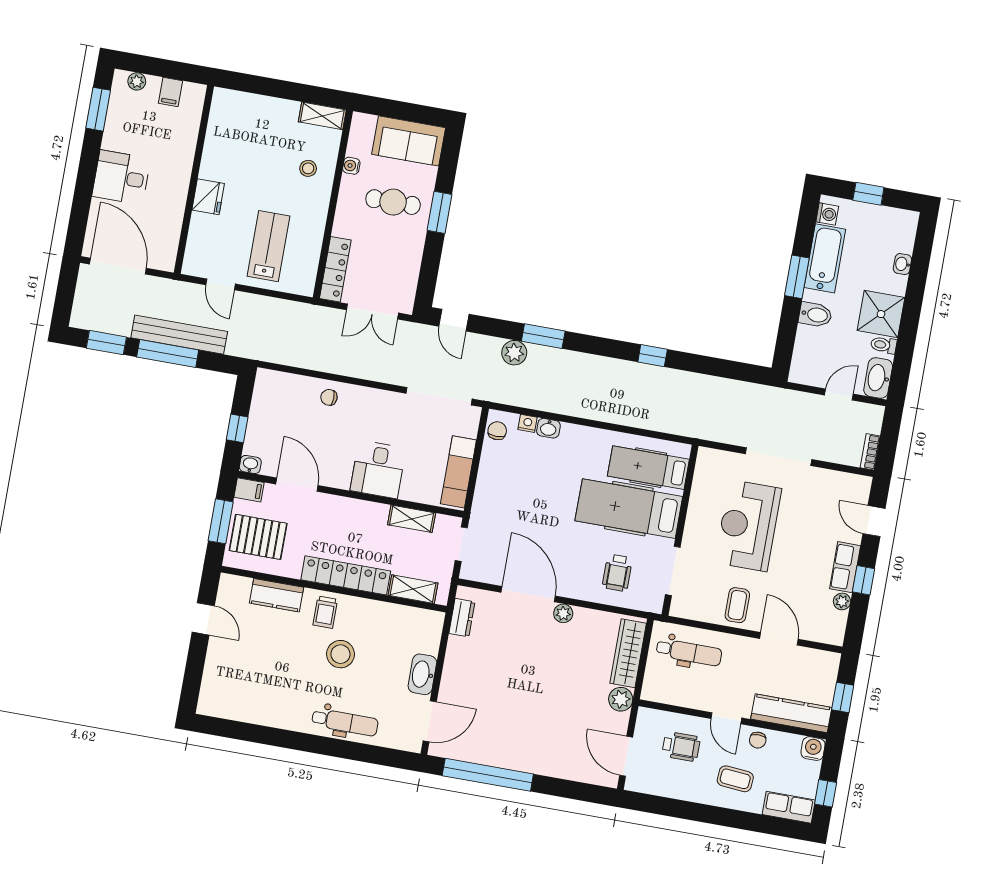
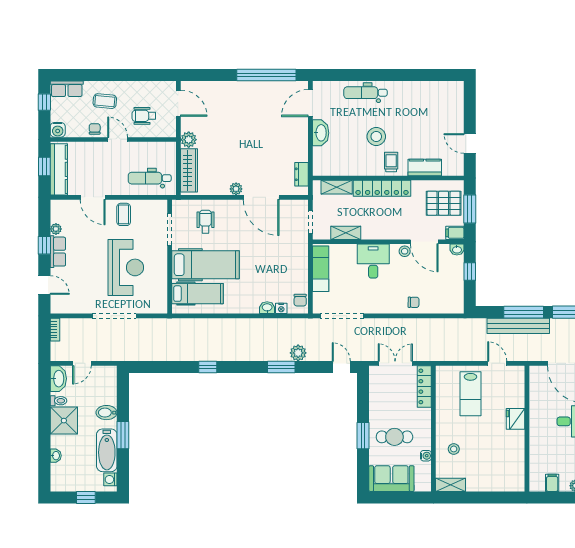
stool: (329, 476) -> (405, 251), added
kitchen counter: (791, 713) -> (59, 169), moved, turned -90

